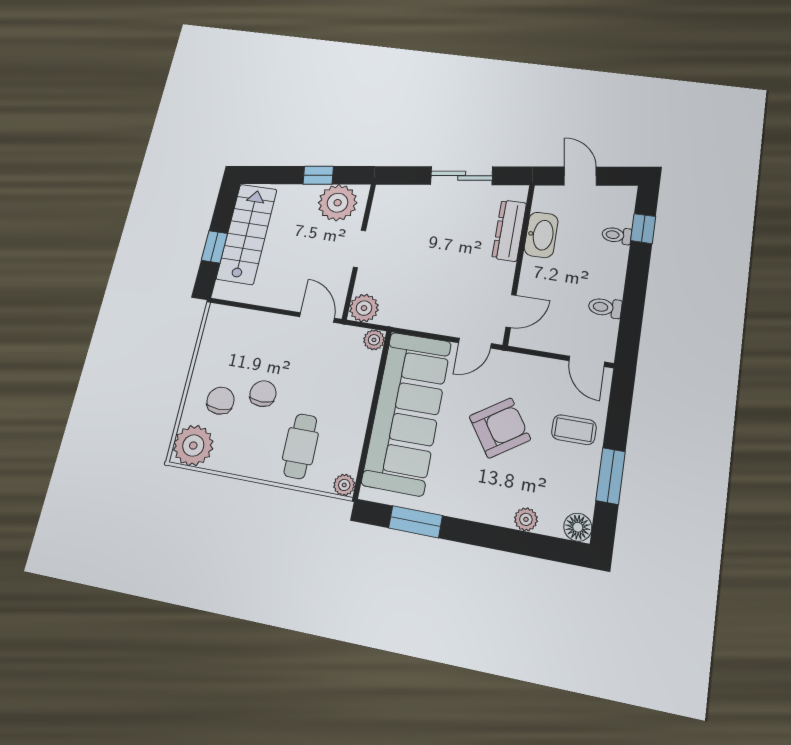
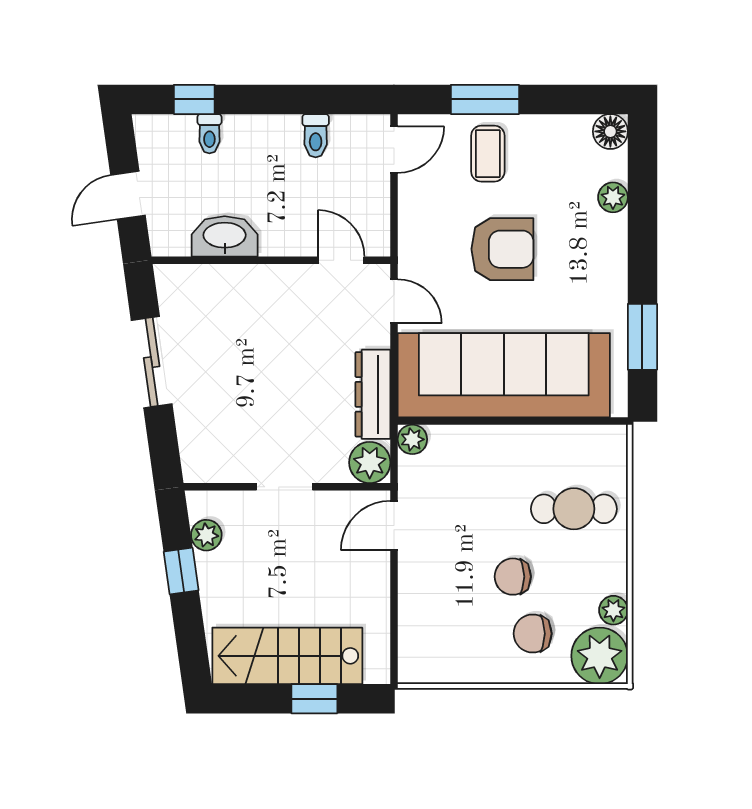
plant: (338, 203) -> (206, 535), width x0.53, depth x0.53
dresser: (509, 230) -> (373, 394), moved, turned 90
armchair: (500, 428) -> (502, 249), turned 124
window: (611, 476) -> (485, 99), moved
plant: (344, 485) -> (613, 610), moved

